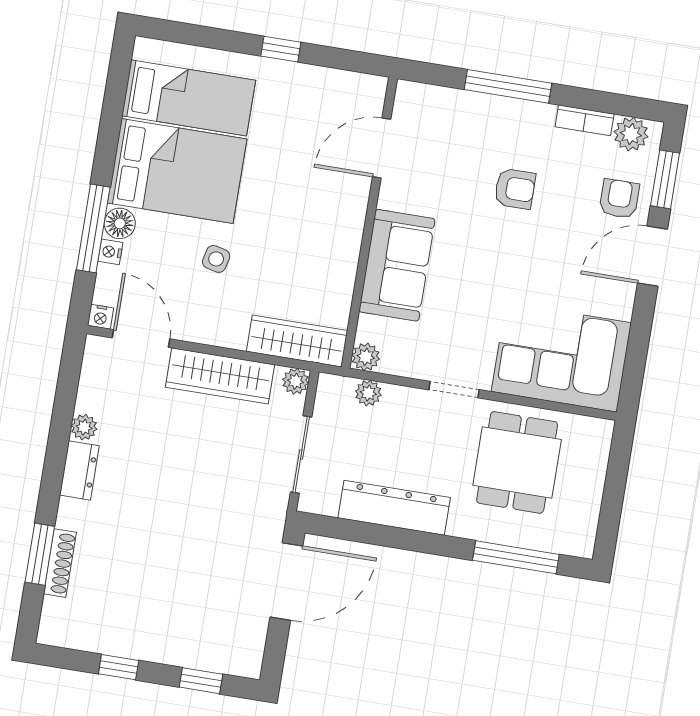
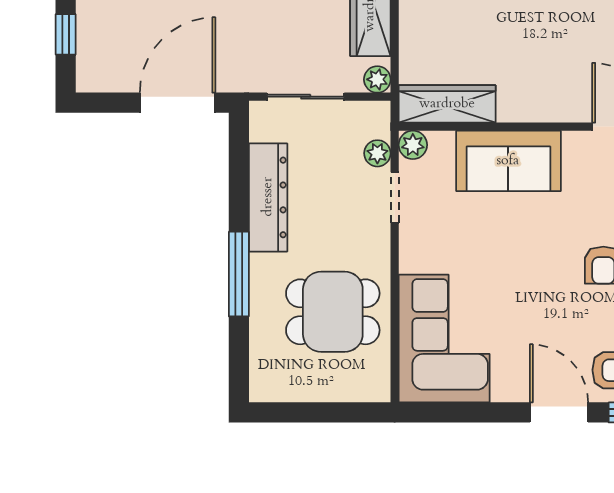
wardrobe: (297, 341) -> (447, 104), moved, turned -90
doorway: (454, 390) -> (395, 197), moved
window: (516, 557) -> (239, 274), moved
door: (286, 582) -> (178, 103), swing flipped

